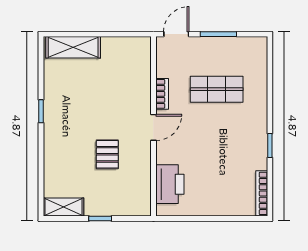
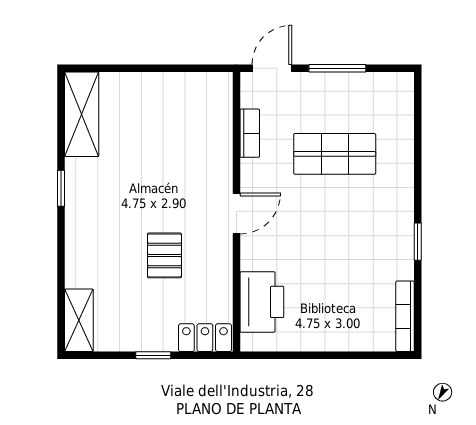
shelving: (73, 47) -> (82, 114), moved, turned 90
bookcase: (162, 94) -> (250, 133), moved
shelving: (63, 207) -> (79, 320), moved, turned 90
locker: (133, 207) -> (205, 338), added

